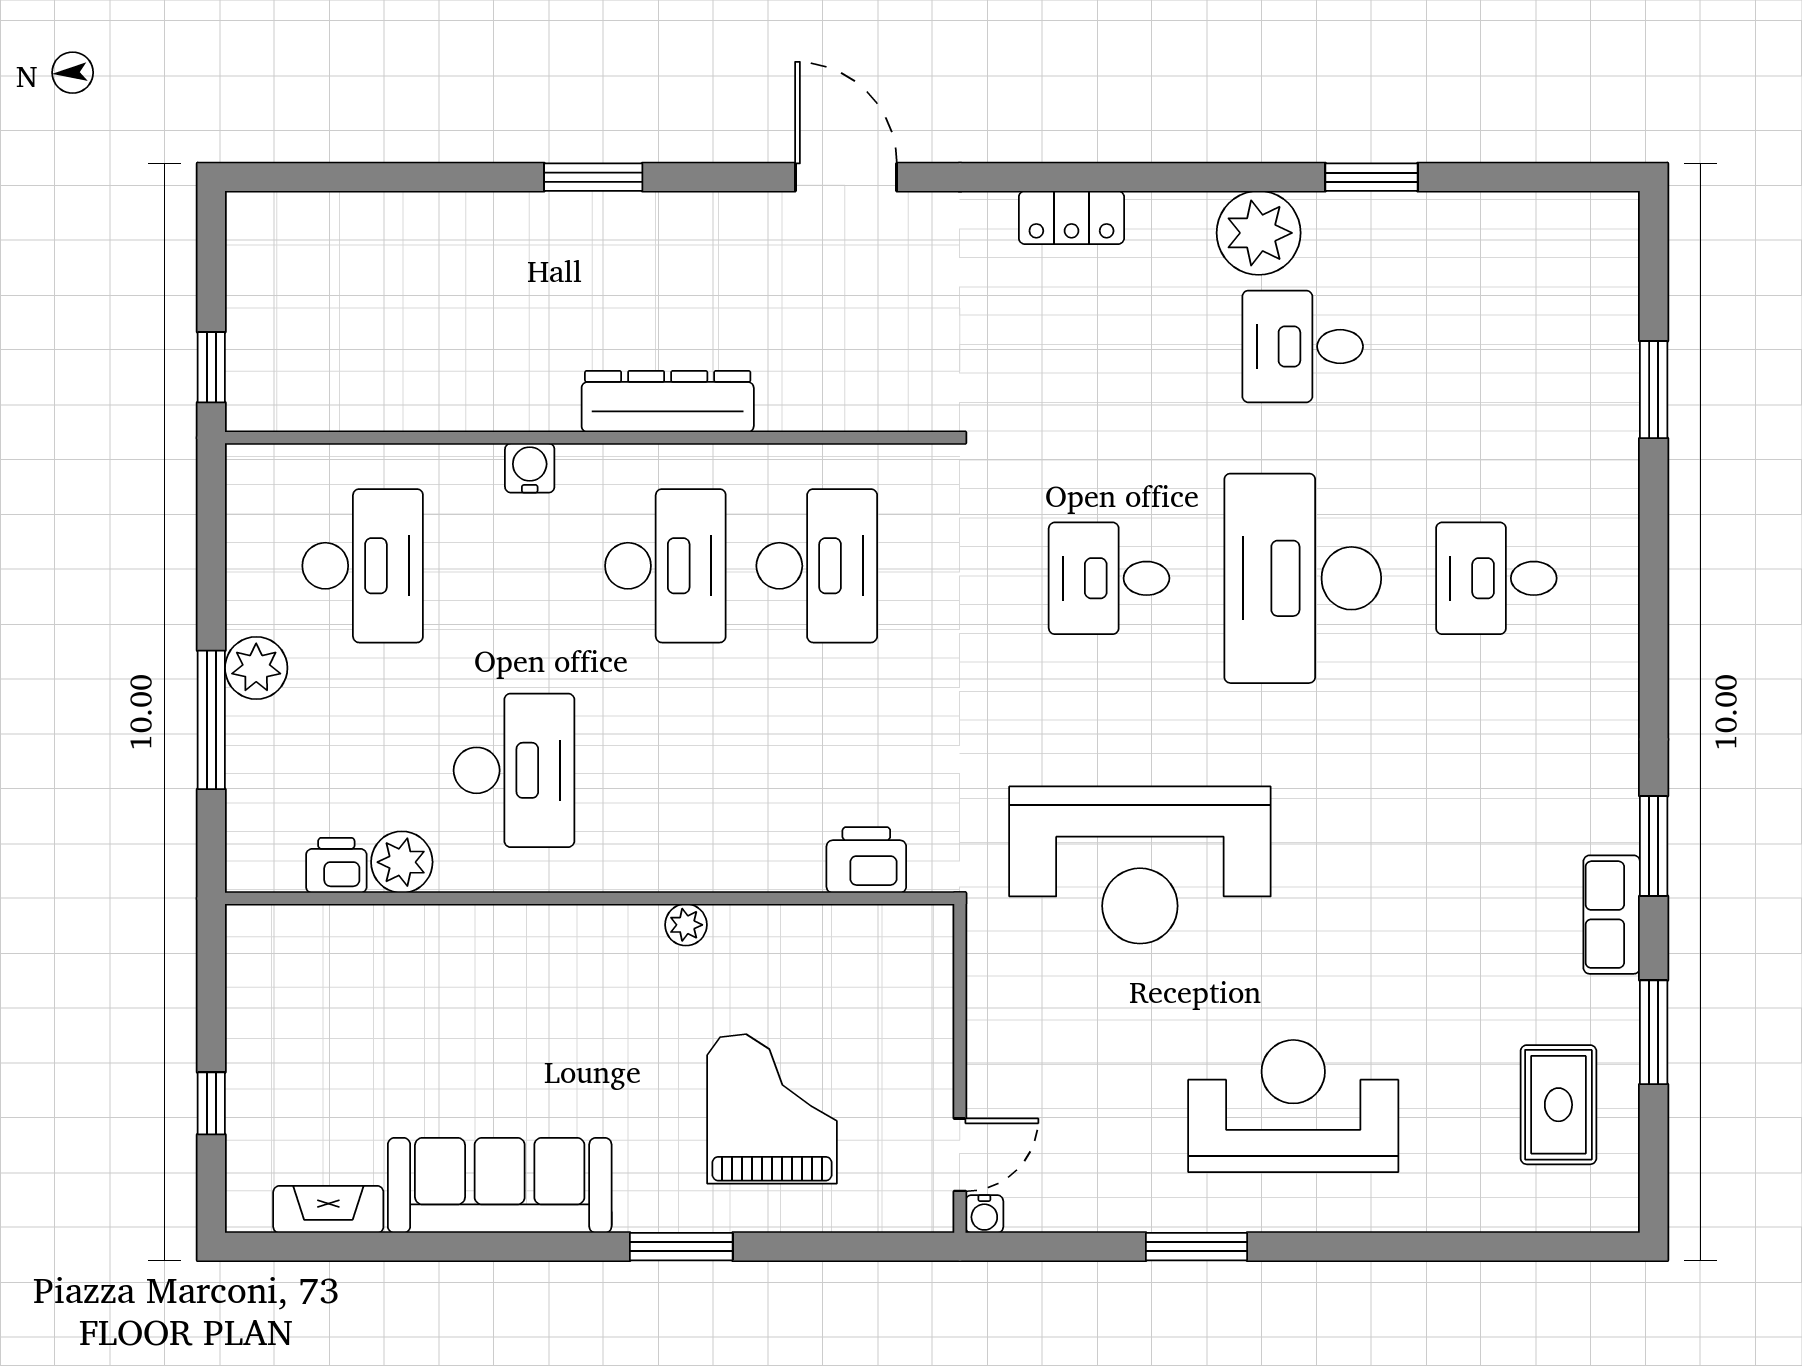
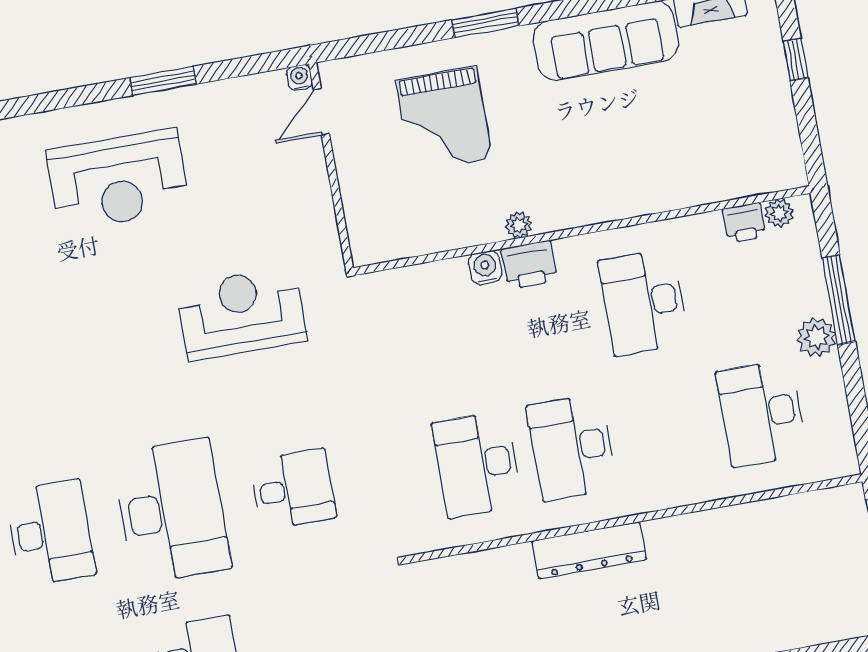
water cooler: (530, 468) -> (485, 268), moved, turned 180
desk: (1496, 578) -> (51, 533), width x1.37
printer: (866, 860) -> (529, 265), moved
plant: (402, 862) -> (779, 213), moved, width x0.73, depth x0.73
reception desk: (1140, 865) -> (241, 313), width x0.74, depth x0.77

